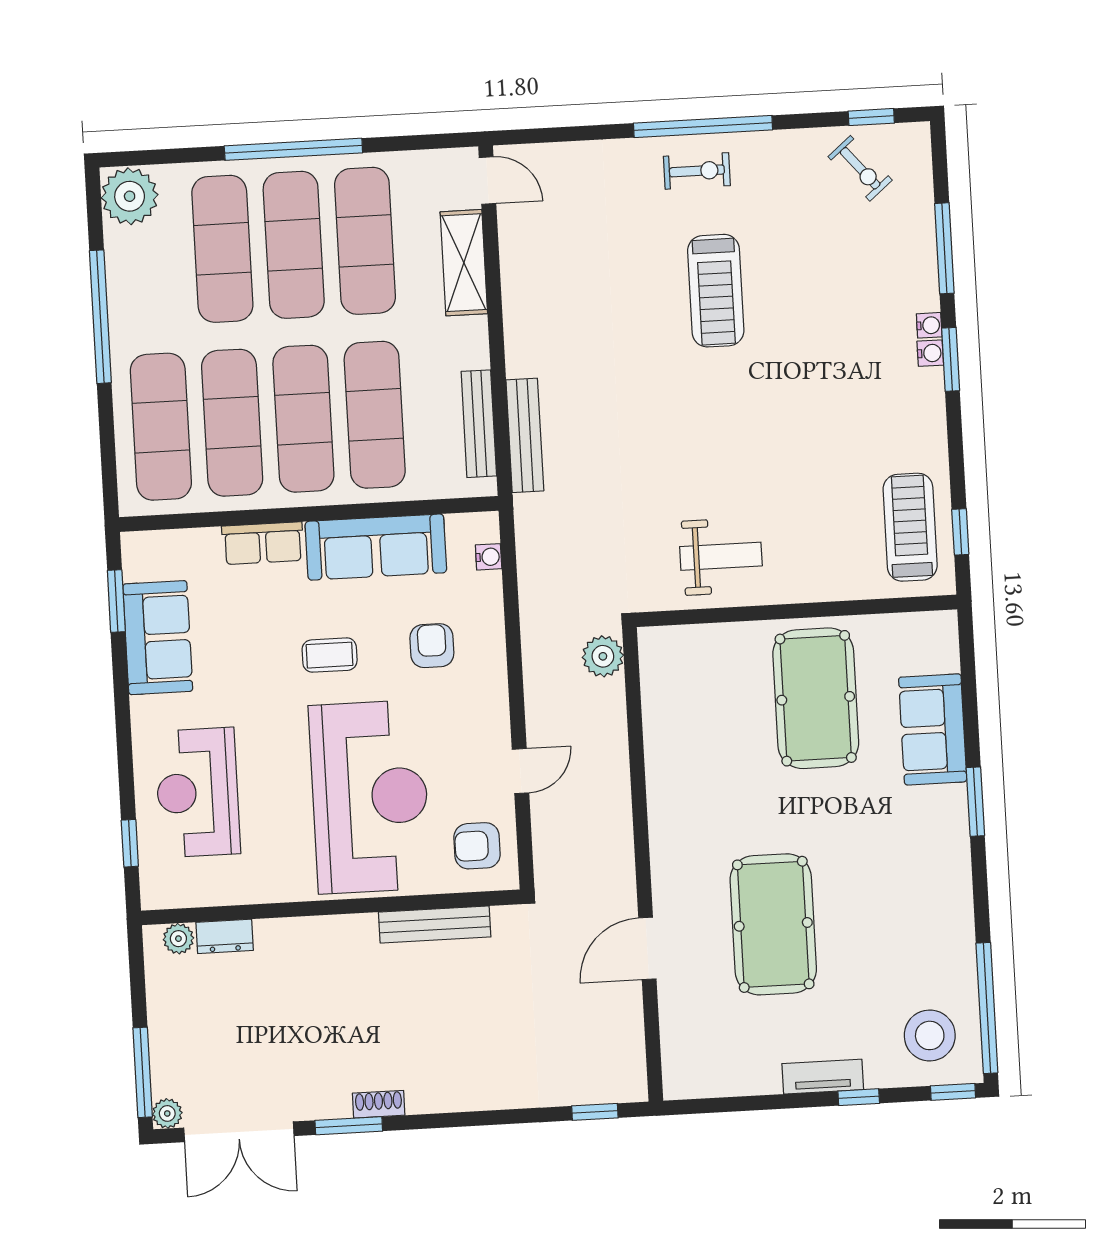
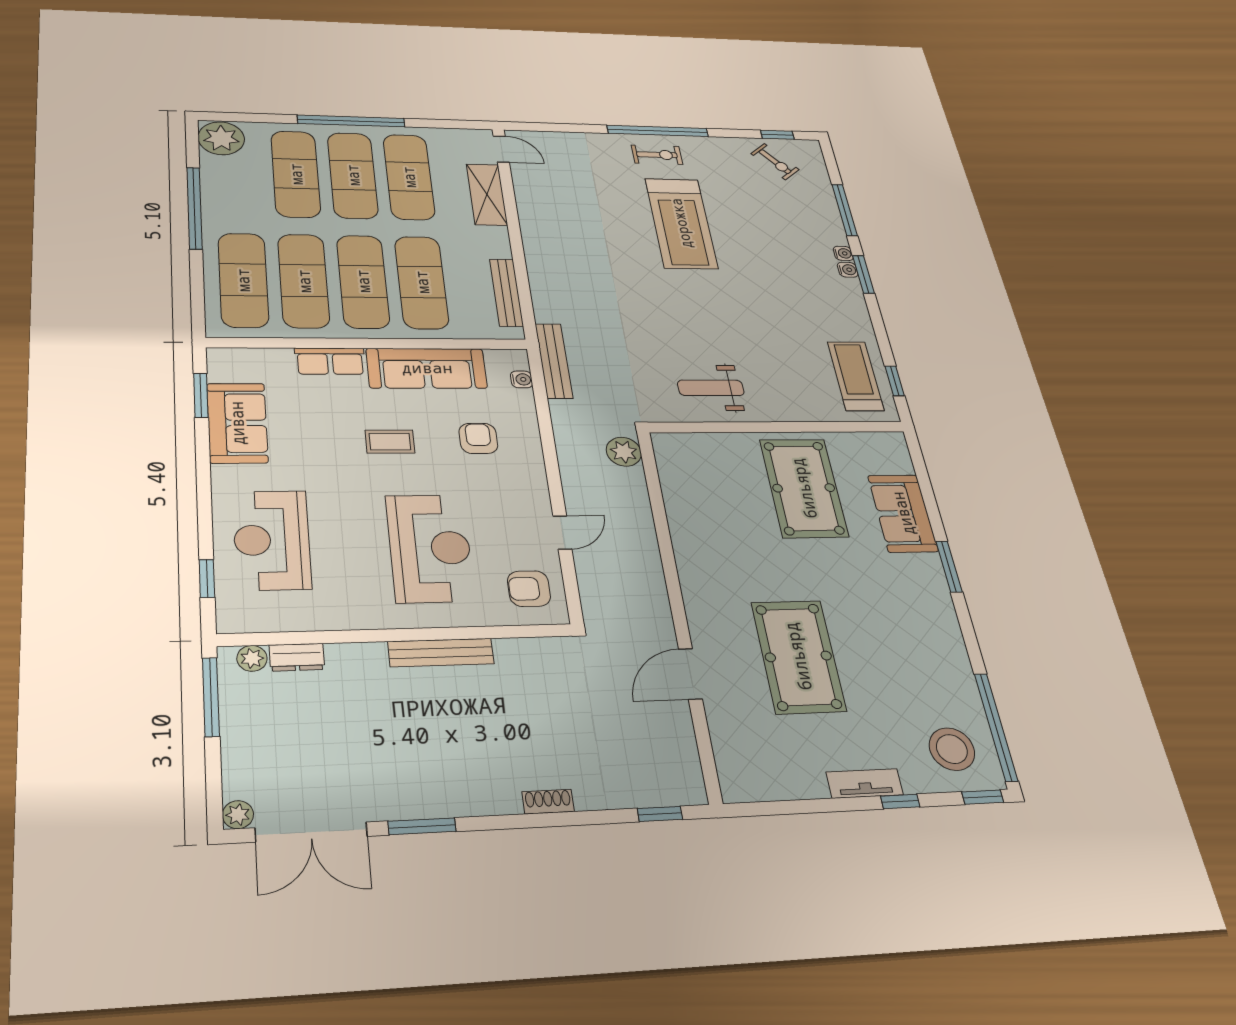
treadmill: (716, 291) -> (681, 223), width x1.37, depth x1.38
bench: (525, 435) -> (554, 361), moved
weight bench: (721, 556) -> (711, 388), turned 180
reception desk: (370, 797) -> (430, 548), width x0.74, depth x0.77
bench: (435, 924) -> (441, 653), moved
window: (143, 1072) -> (211, 697), moved
shoe rack: (379, 1104) -> (548, 802), moved

